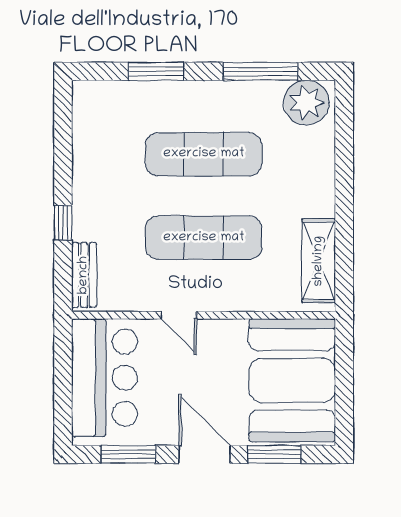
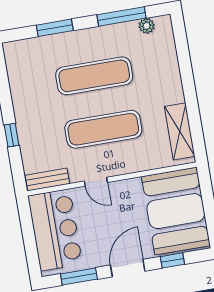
plant: (306, 103) -> (147, 26), width x0.53, depth x0.53
bench: (84, 275) -> (47, 180), moved, turned 90
door: (205, 454) -> (128, 268), hinge flipped
window: (274, 454) -> (172, 260), width x0.67

